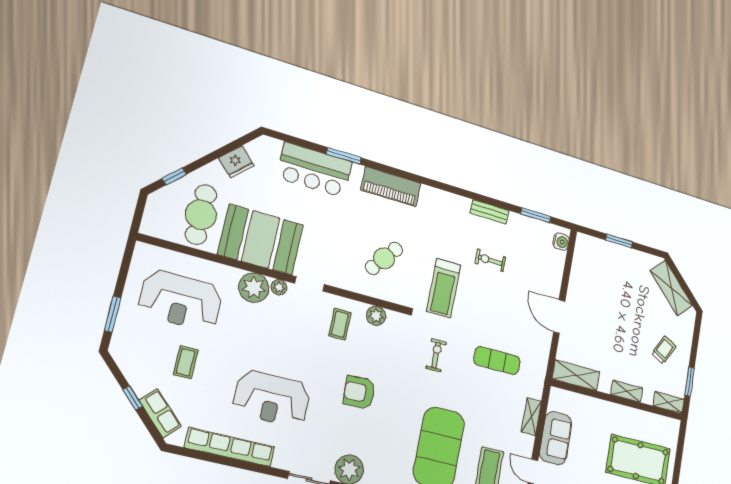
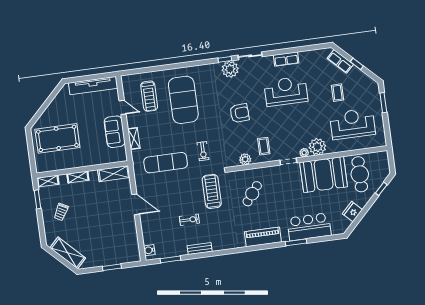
exercise mat: (497, 361) -> (166, 163), width x1.36, depth x1.45
row of seats: (230, 447) -> (286, 59), width x0.50

